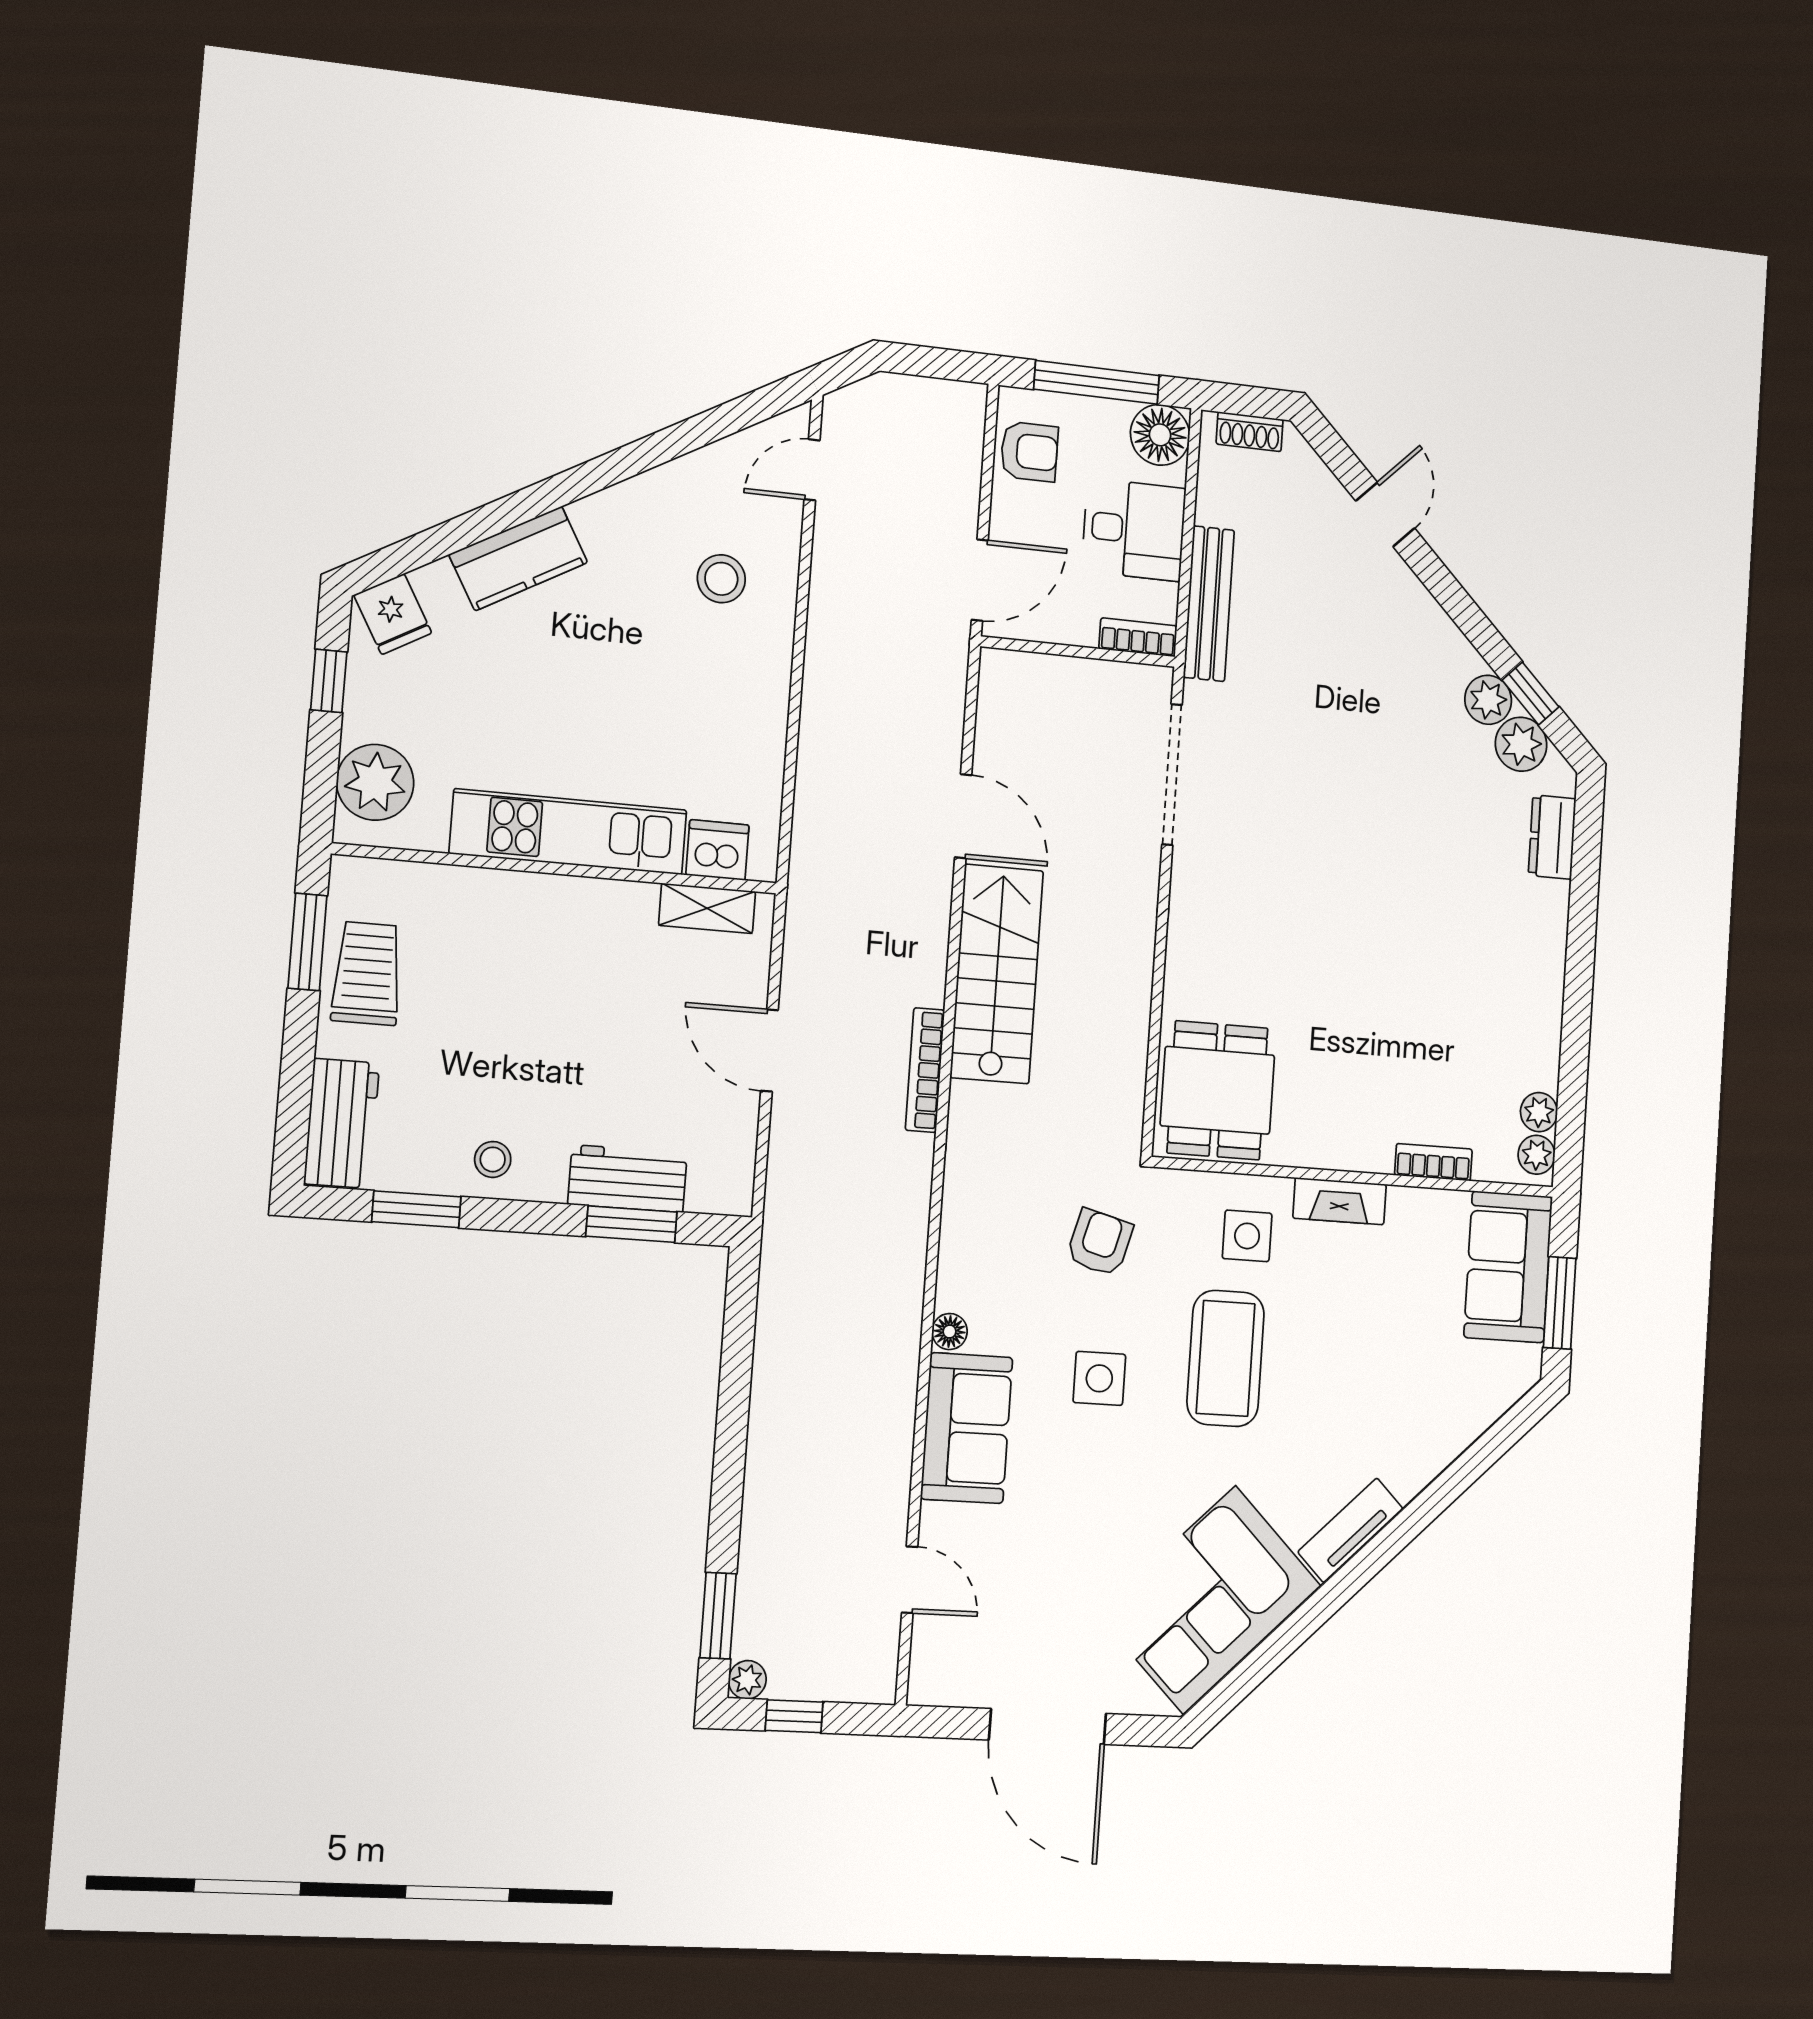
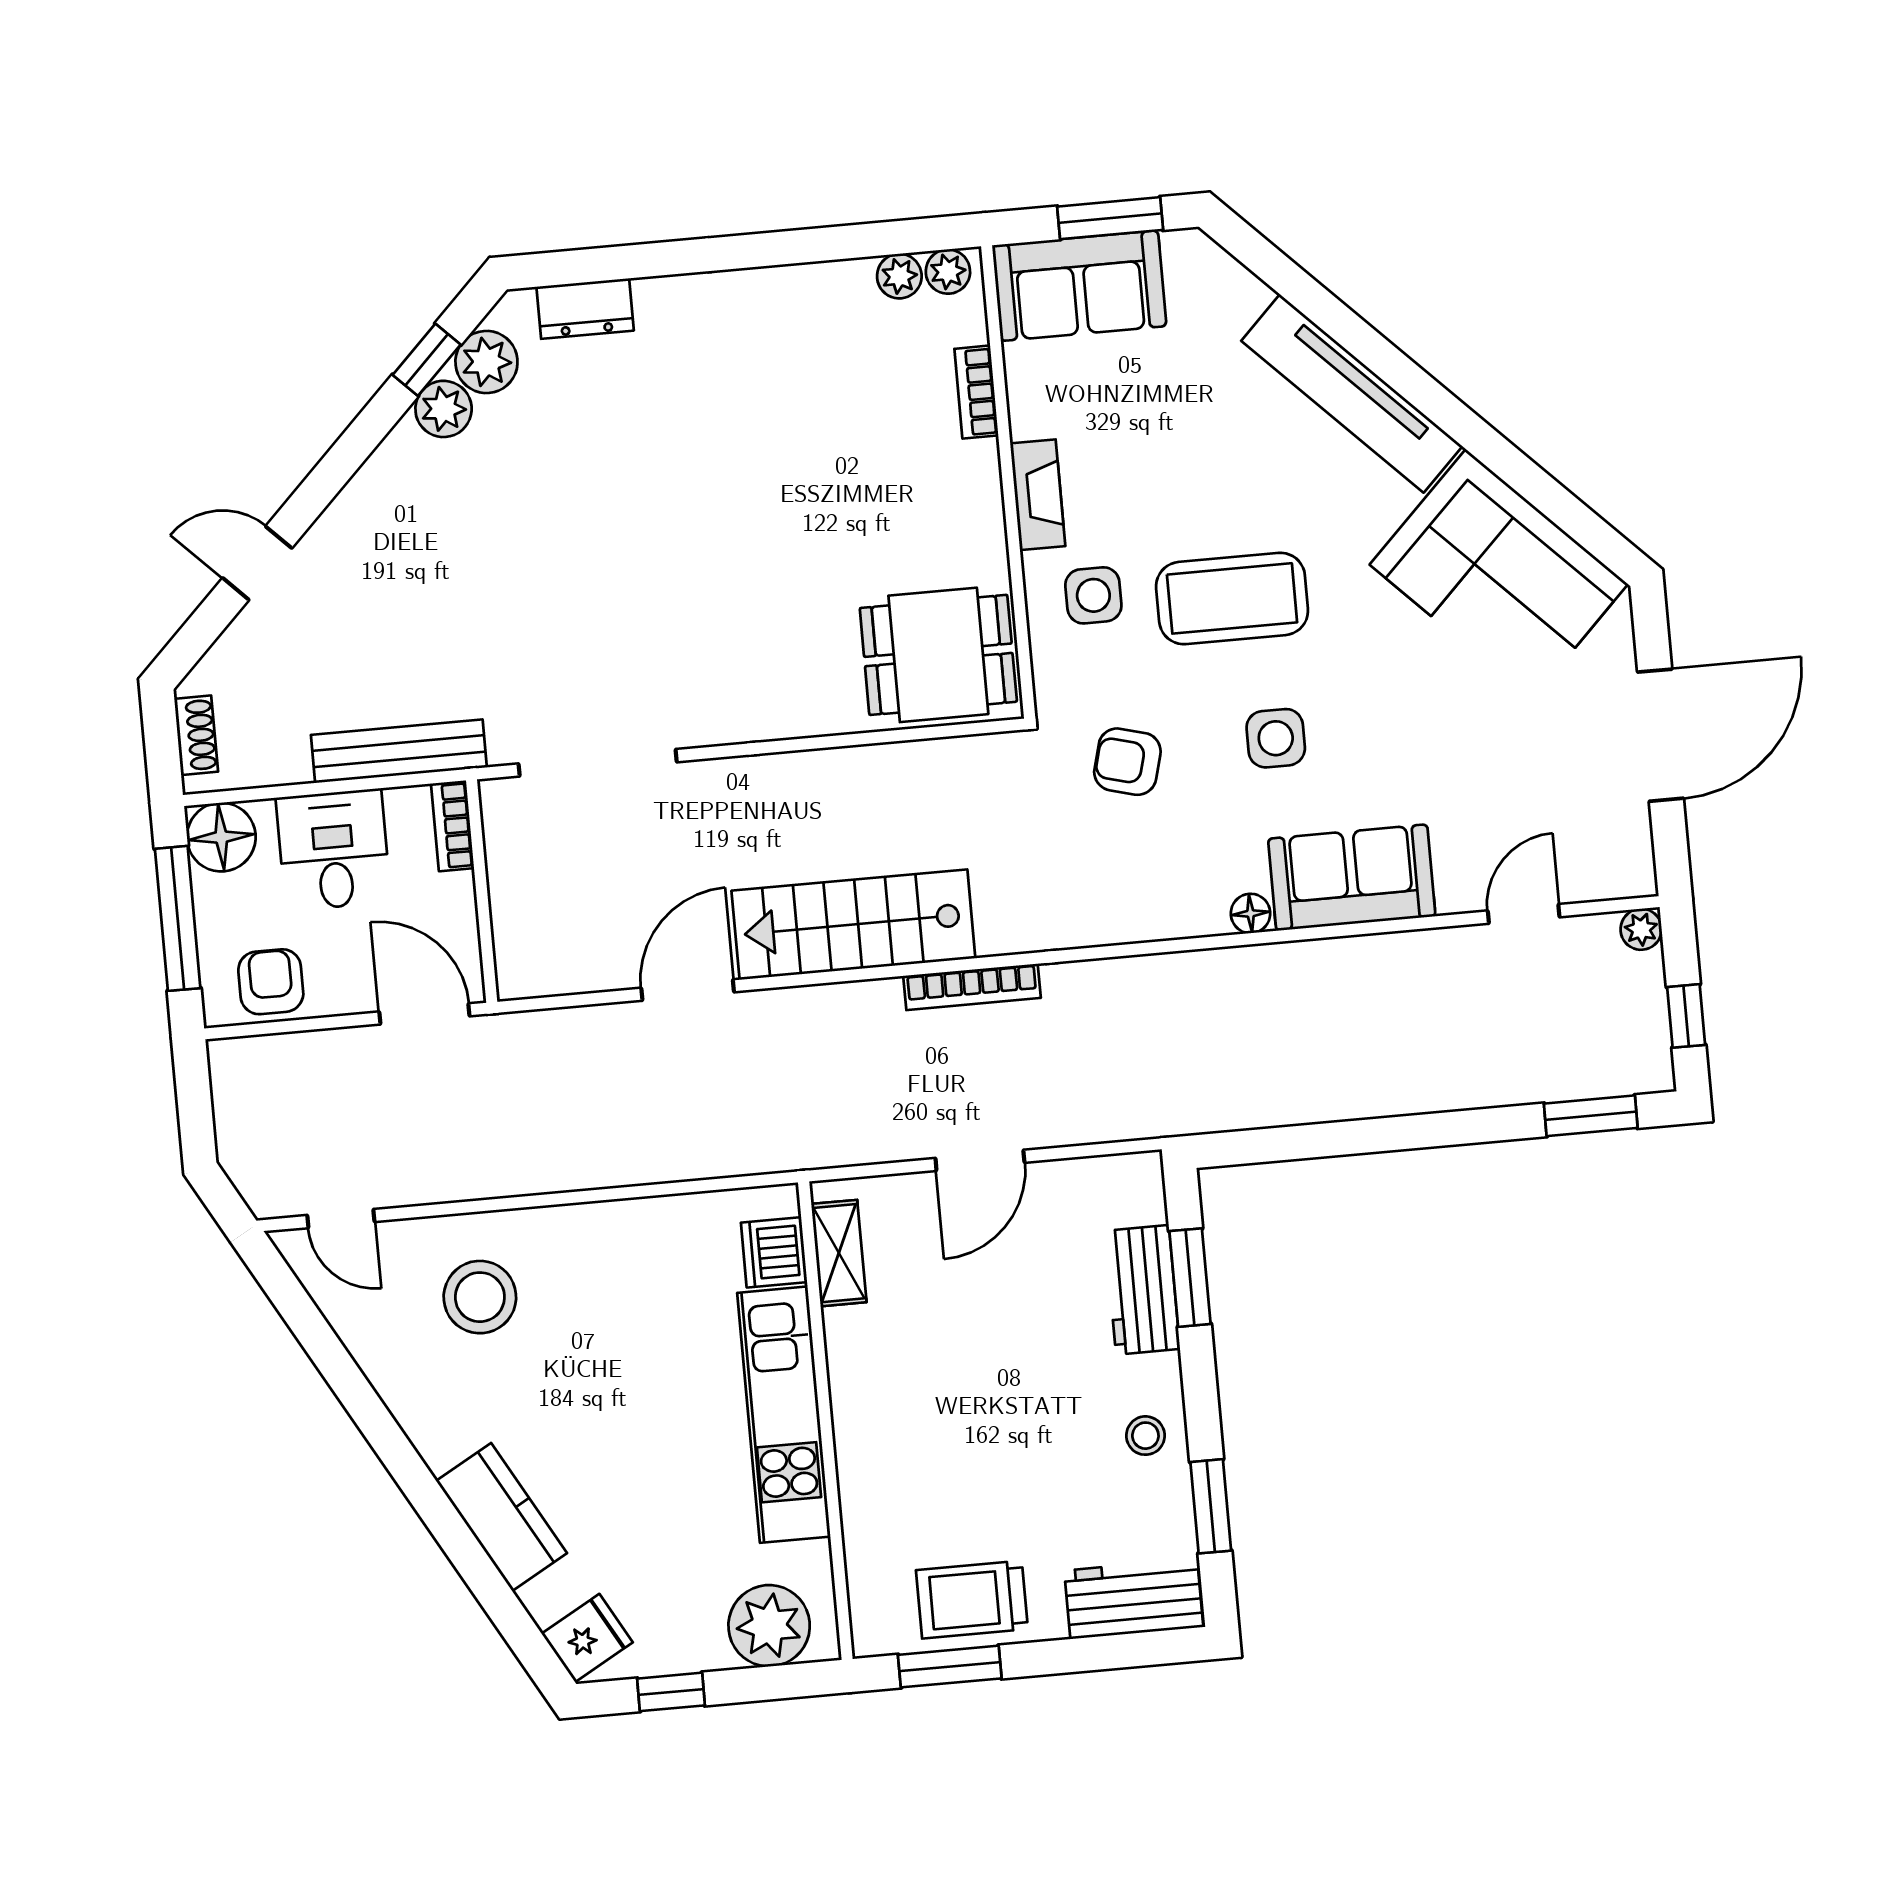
stool: (721, 579) -> (480, 1297), width x1.38, depth x1.38
tv unit: (1350, 1530) -> (1352, 393), width x1.92, depth x1.29
plant: (747, 1680) -> (1641, 929), moved

